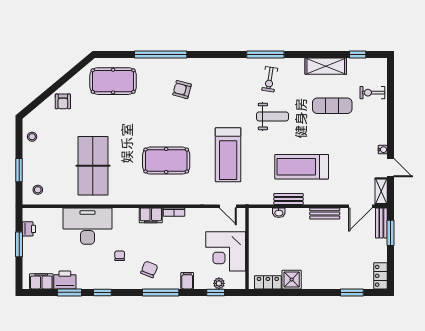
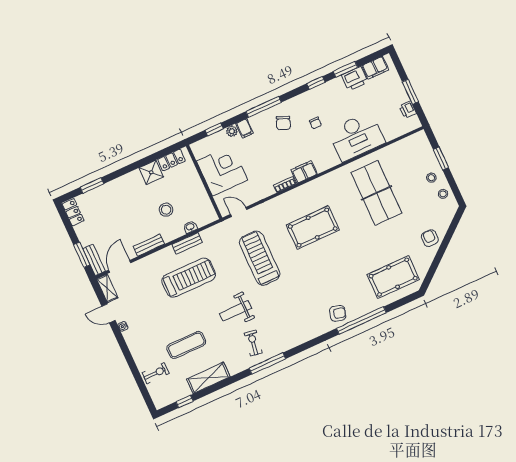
armchair: (182, 90) -> (338, 313), moved
stool: (38, 190) -> (431, 178), moved
stool: (294, 239) -> (166, 210), added
plant: (219, 283) -> (232, 131), moved

